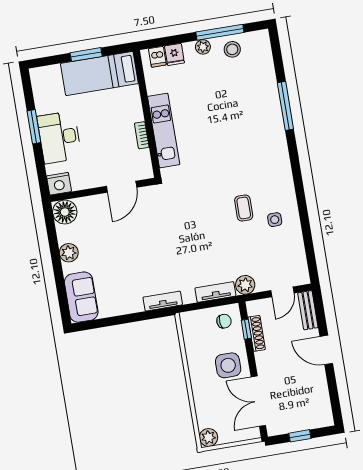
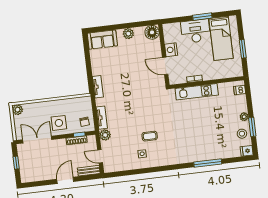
window: (220, 32) -> (252, 127), width x0.69
fridge: (174, 54) -> (247, 151), moved
bed: (99, 74) -> (221, 38), moved, turned 180
nightstand: (59, 184) -> (171, 50), moved

